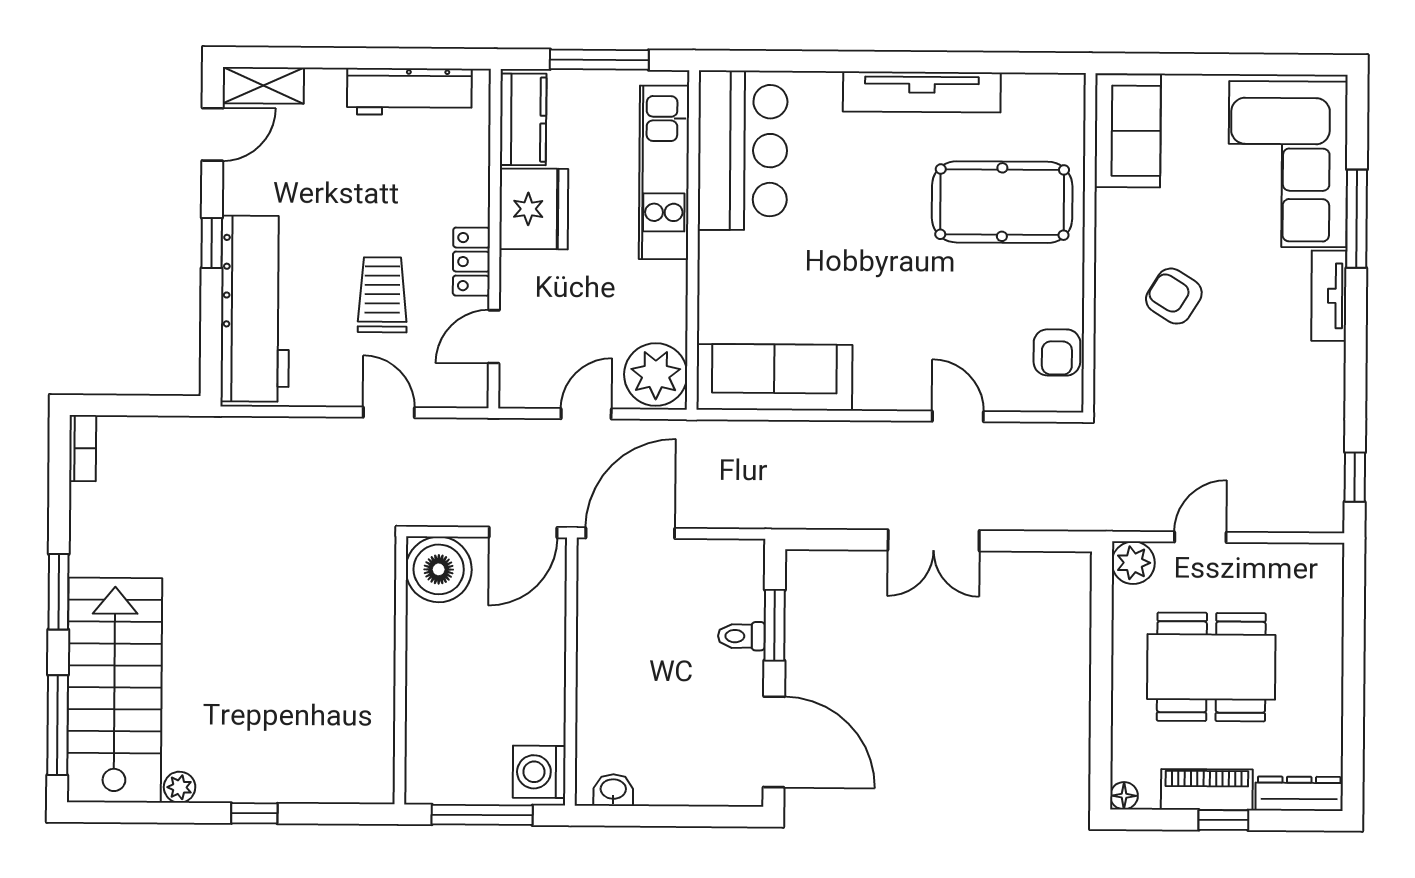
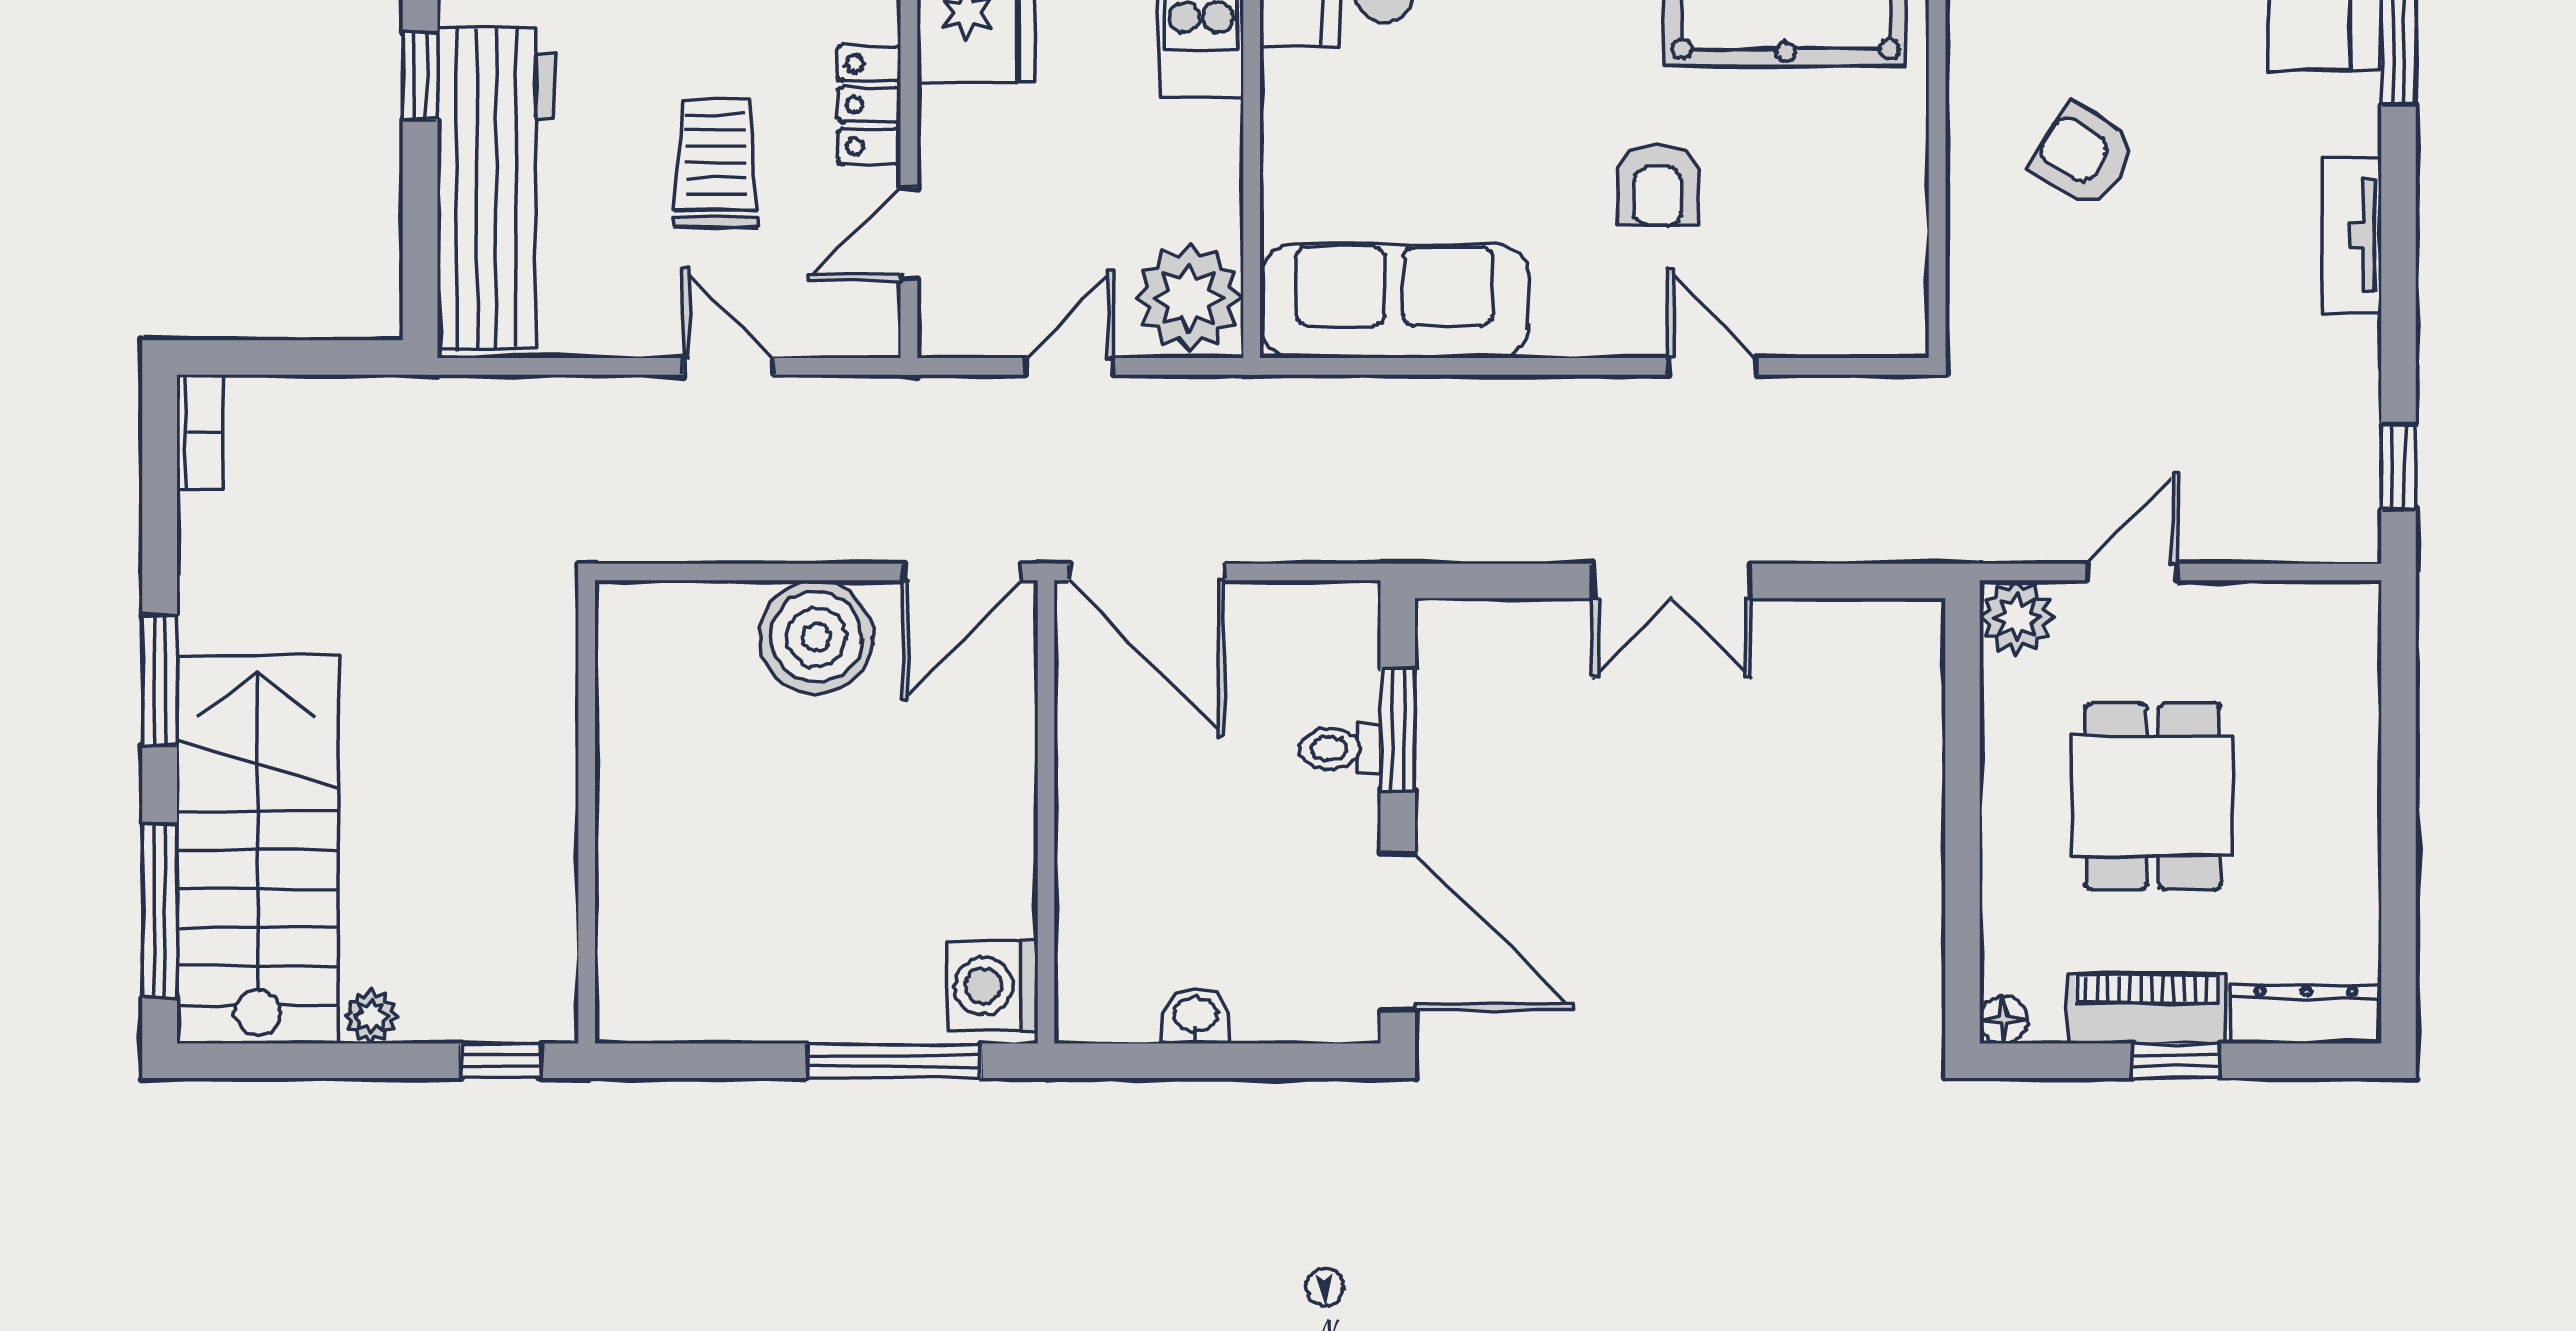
tv unit: (1329, 296) -> (2352, 236), moved
armchair: (1057, 352) -> (1658, 185), moved
door: (630, 533) -> (1147, 572), swing flipped
dining table: (1211, 667) -> (2153, 796), width x0.73
wall: (400, 670) -> (587, 812), moved
washbasin: (613, 790) -> (1196, 1016), moved

